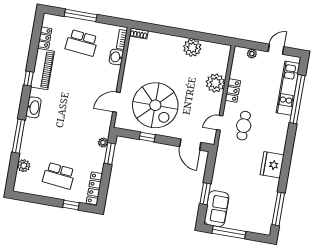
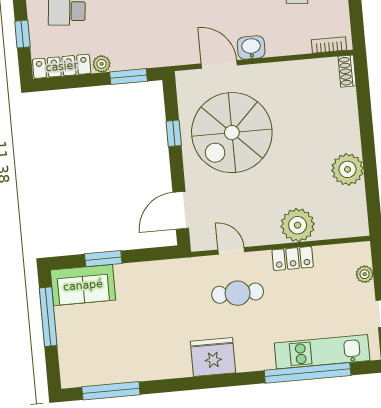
washbasin: (116, 57) -> (251, 48), moved
plant: (103, 142) -> (102, 64), moved
fridge: (272, 165) -> (213, 357), moved

